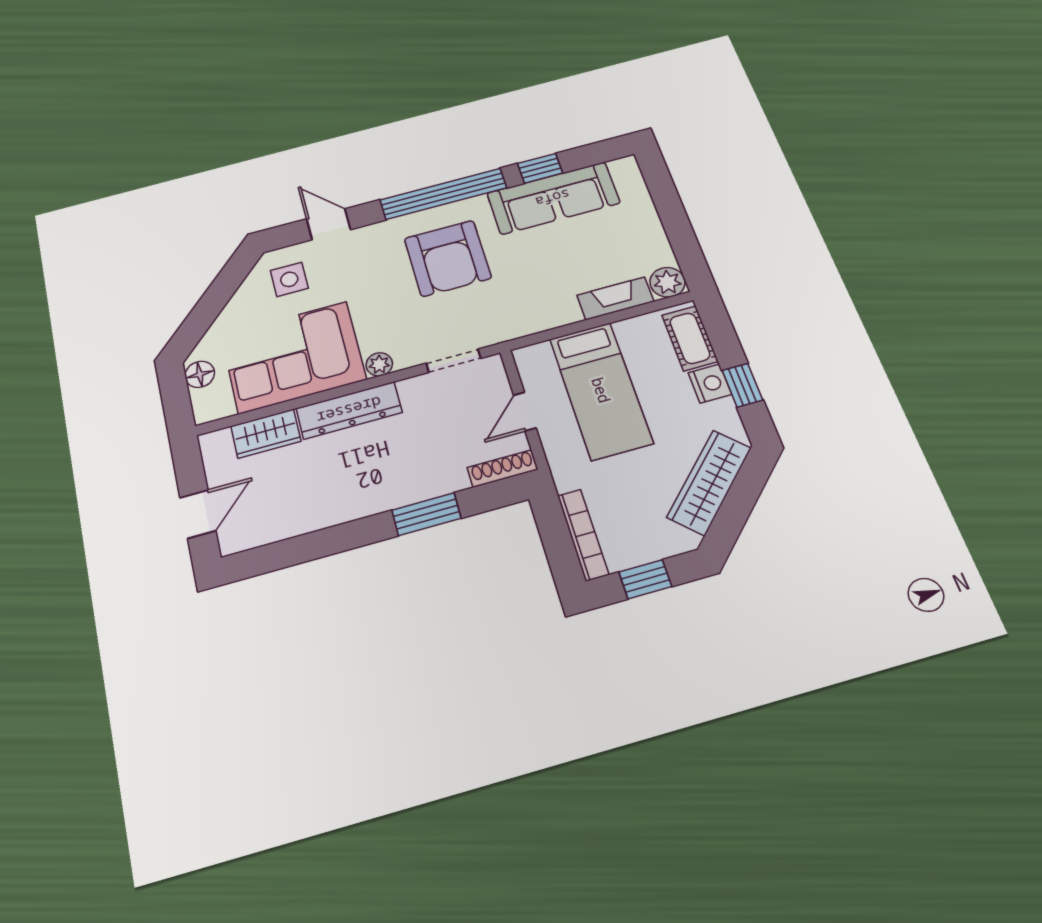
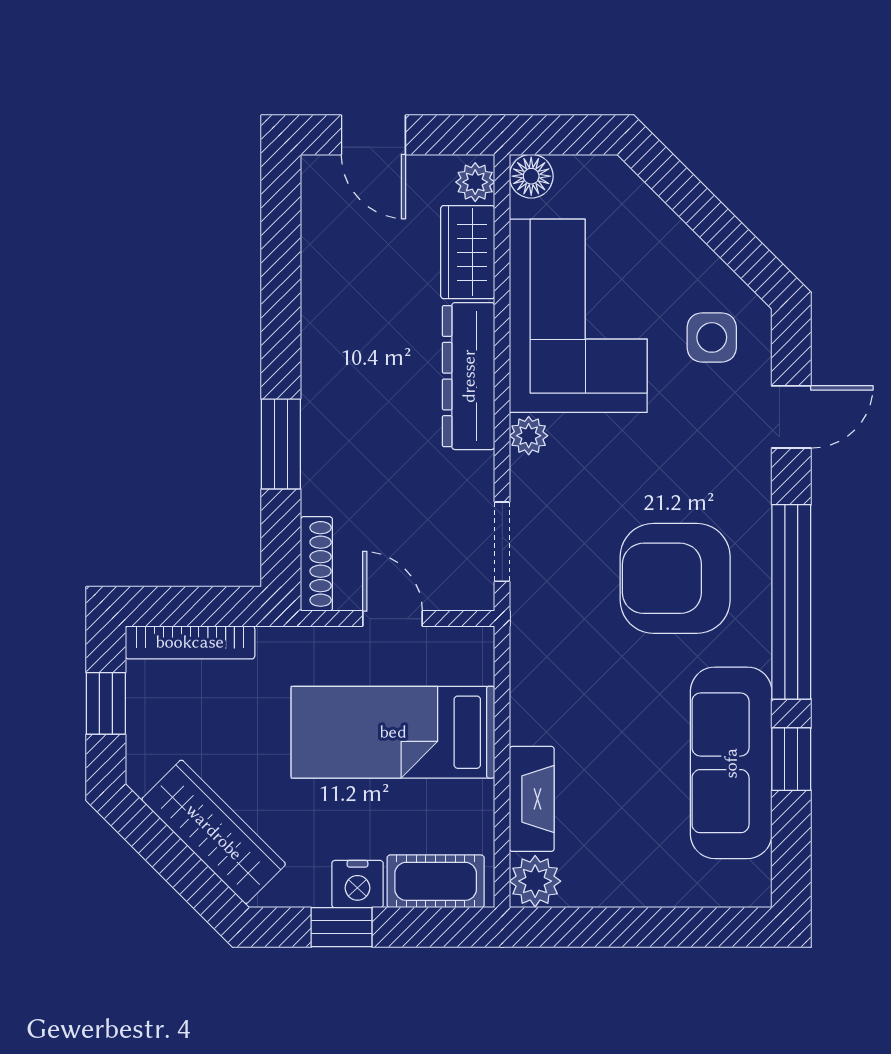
floor lamp: (200, 374) -> (531, 176), moved
plant: (218, 442) -> (475, 182), added

